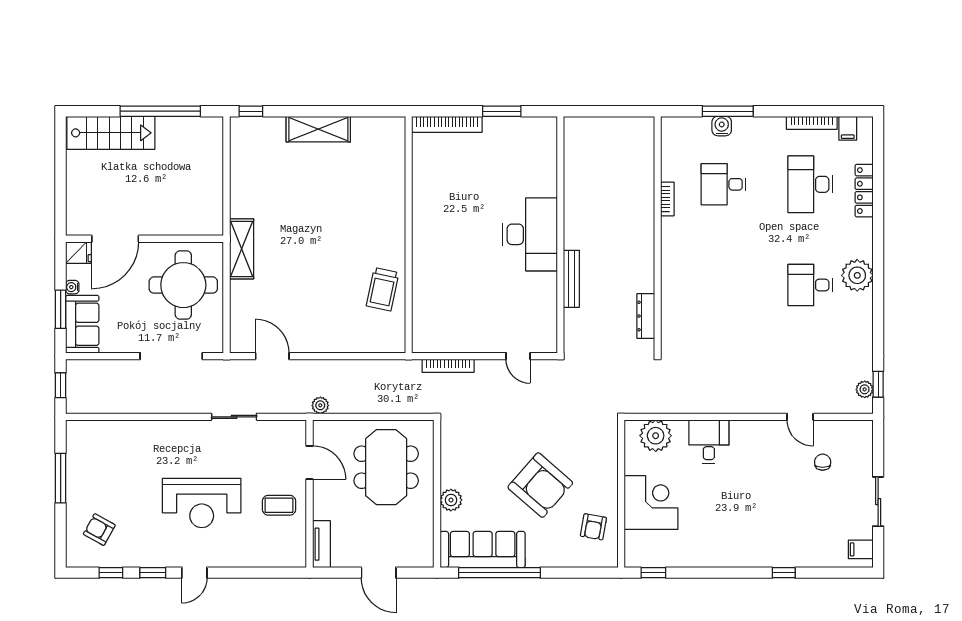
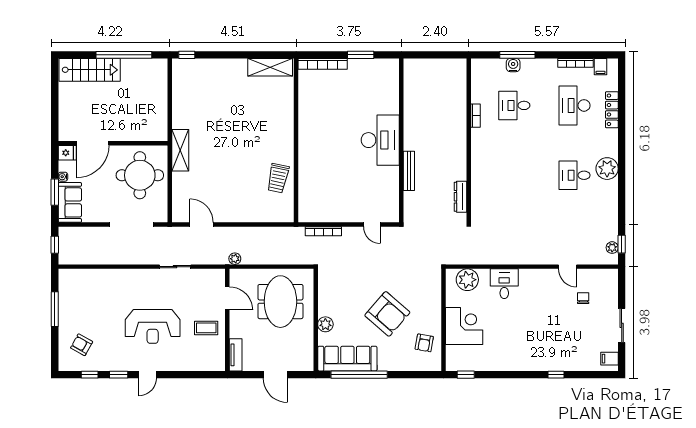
shelving: (318, 129) -> (270, 67), moved

